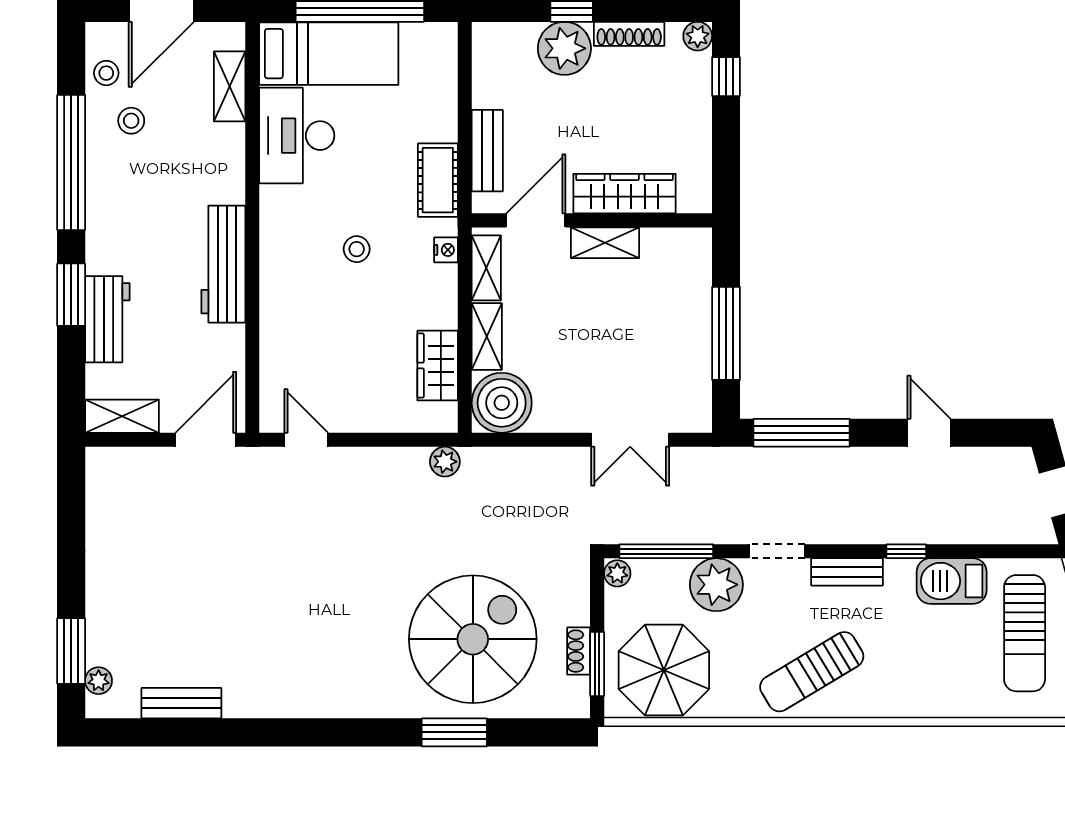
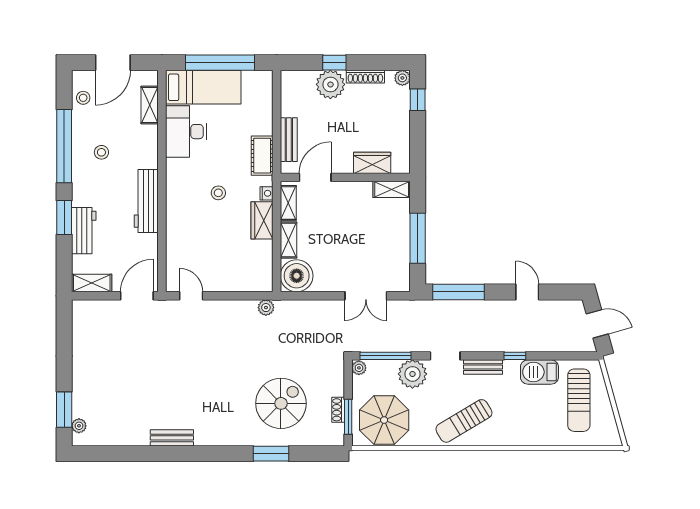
stool: (131, 121) -> (101, 152), moved
wardrobe: (625, 194) -> (372, 163), width x0.67
shelving: (605, 243) -> (392, 189), moved
wardrobe: (438, 366) -> (262, 220), moved
spiral stairs: (473, 639) -> (281, 403), width x0.73, depth x0.73
bench: (181, 703) -> (172, 438), moved

